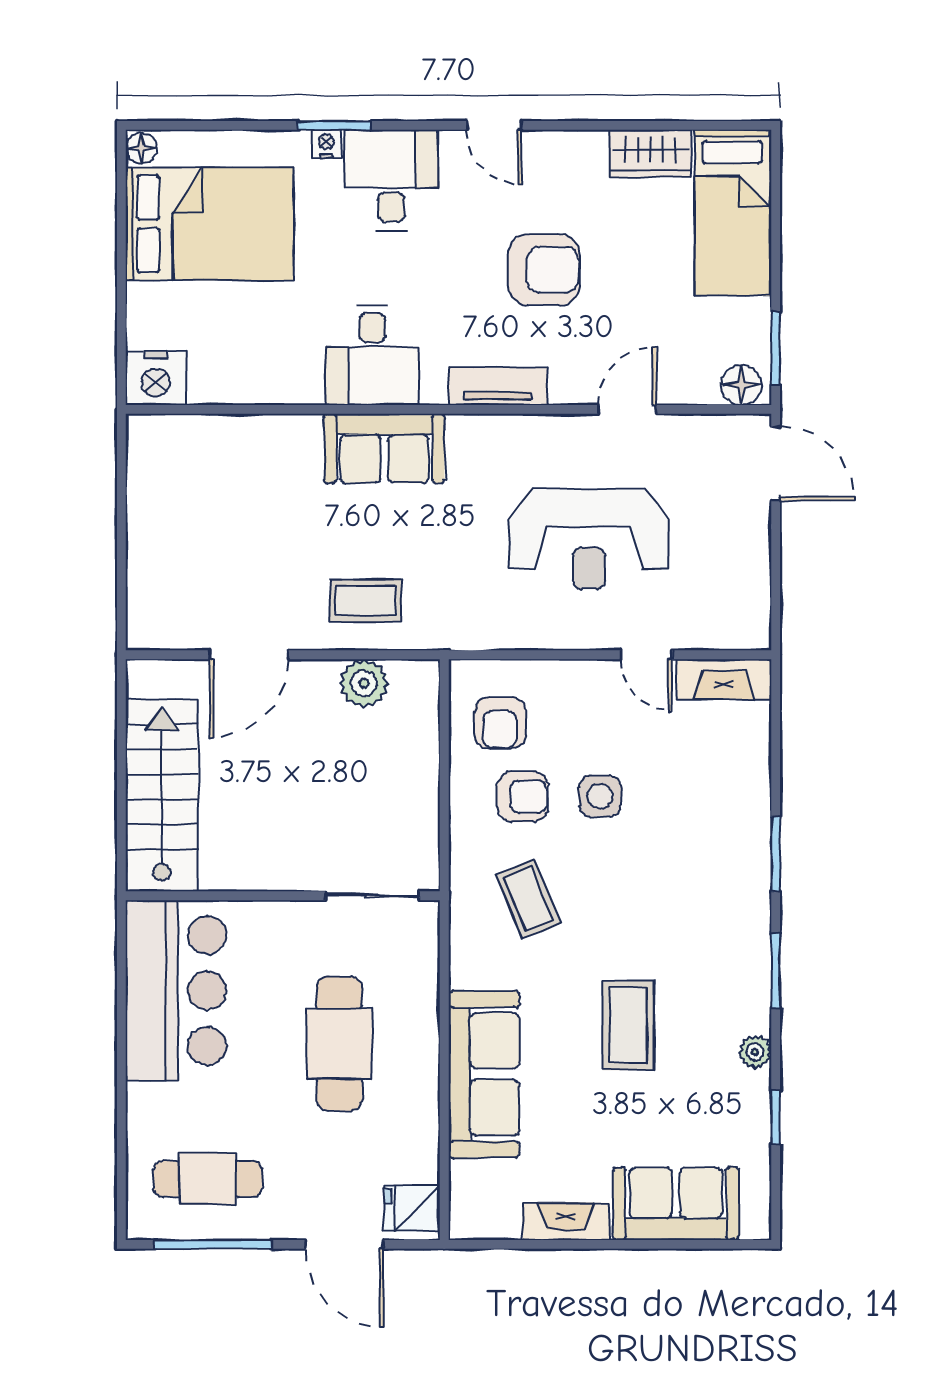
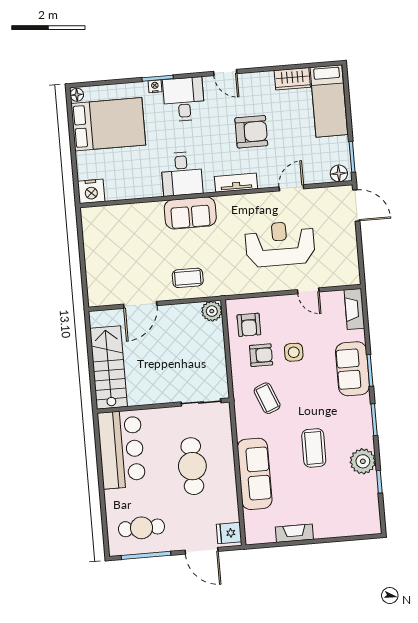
reception desk: (589, 539) -> (280, 244), turned 180
fireplace: (724, 679) -> (354, 309), moved, turned 90
plant: (364, 683) -> (212, 311), moved
plant: (755, 1052) -> (363, 461), width x1.88, depth x1.88
sofa: (676, 1204) -> (353, 369), moved, turned -90

